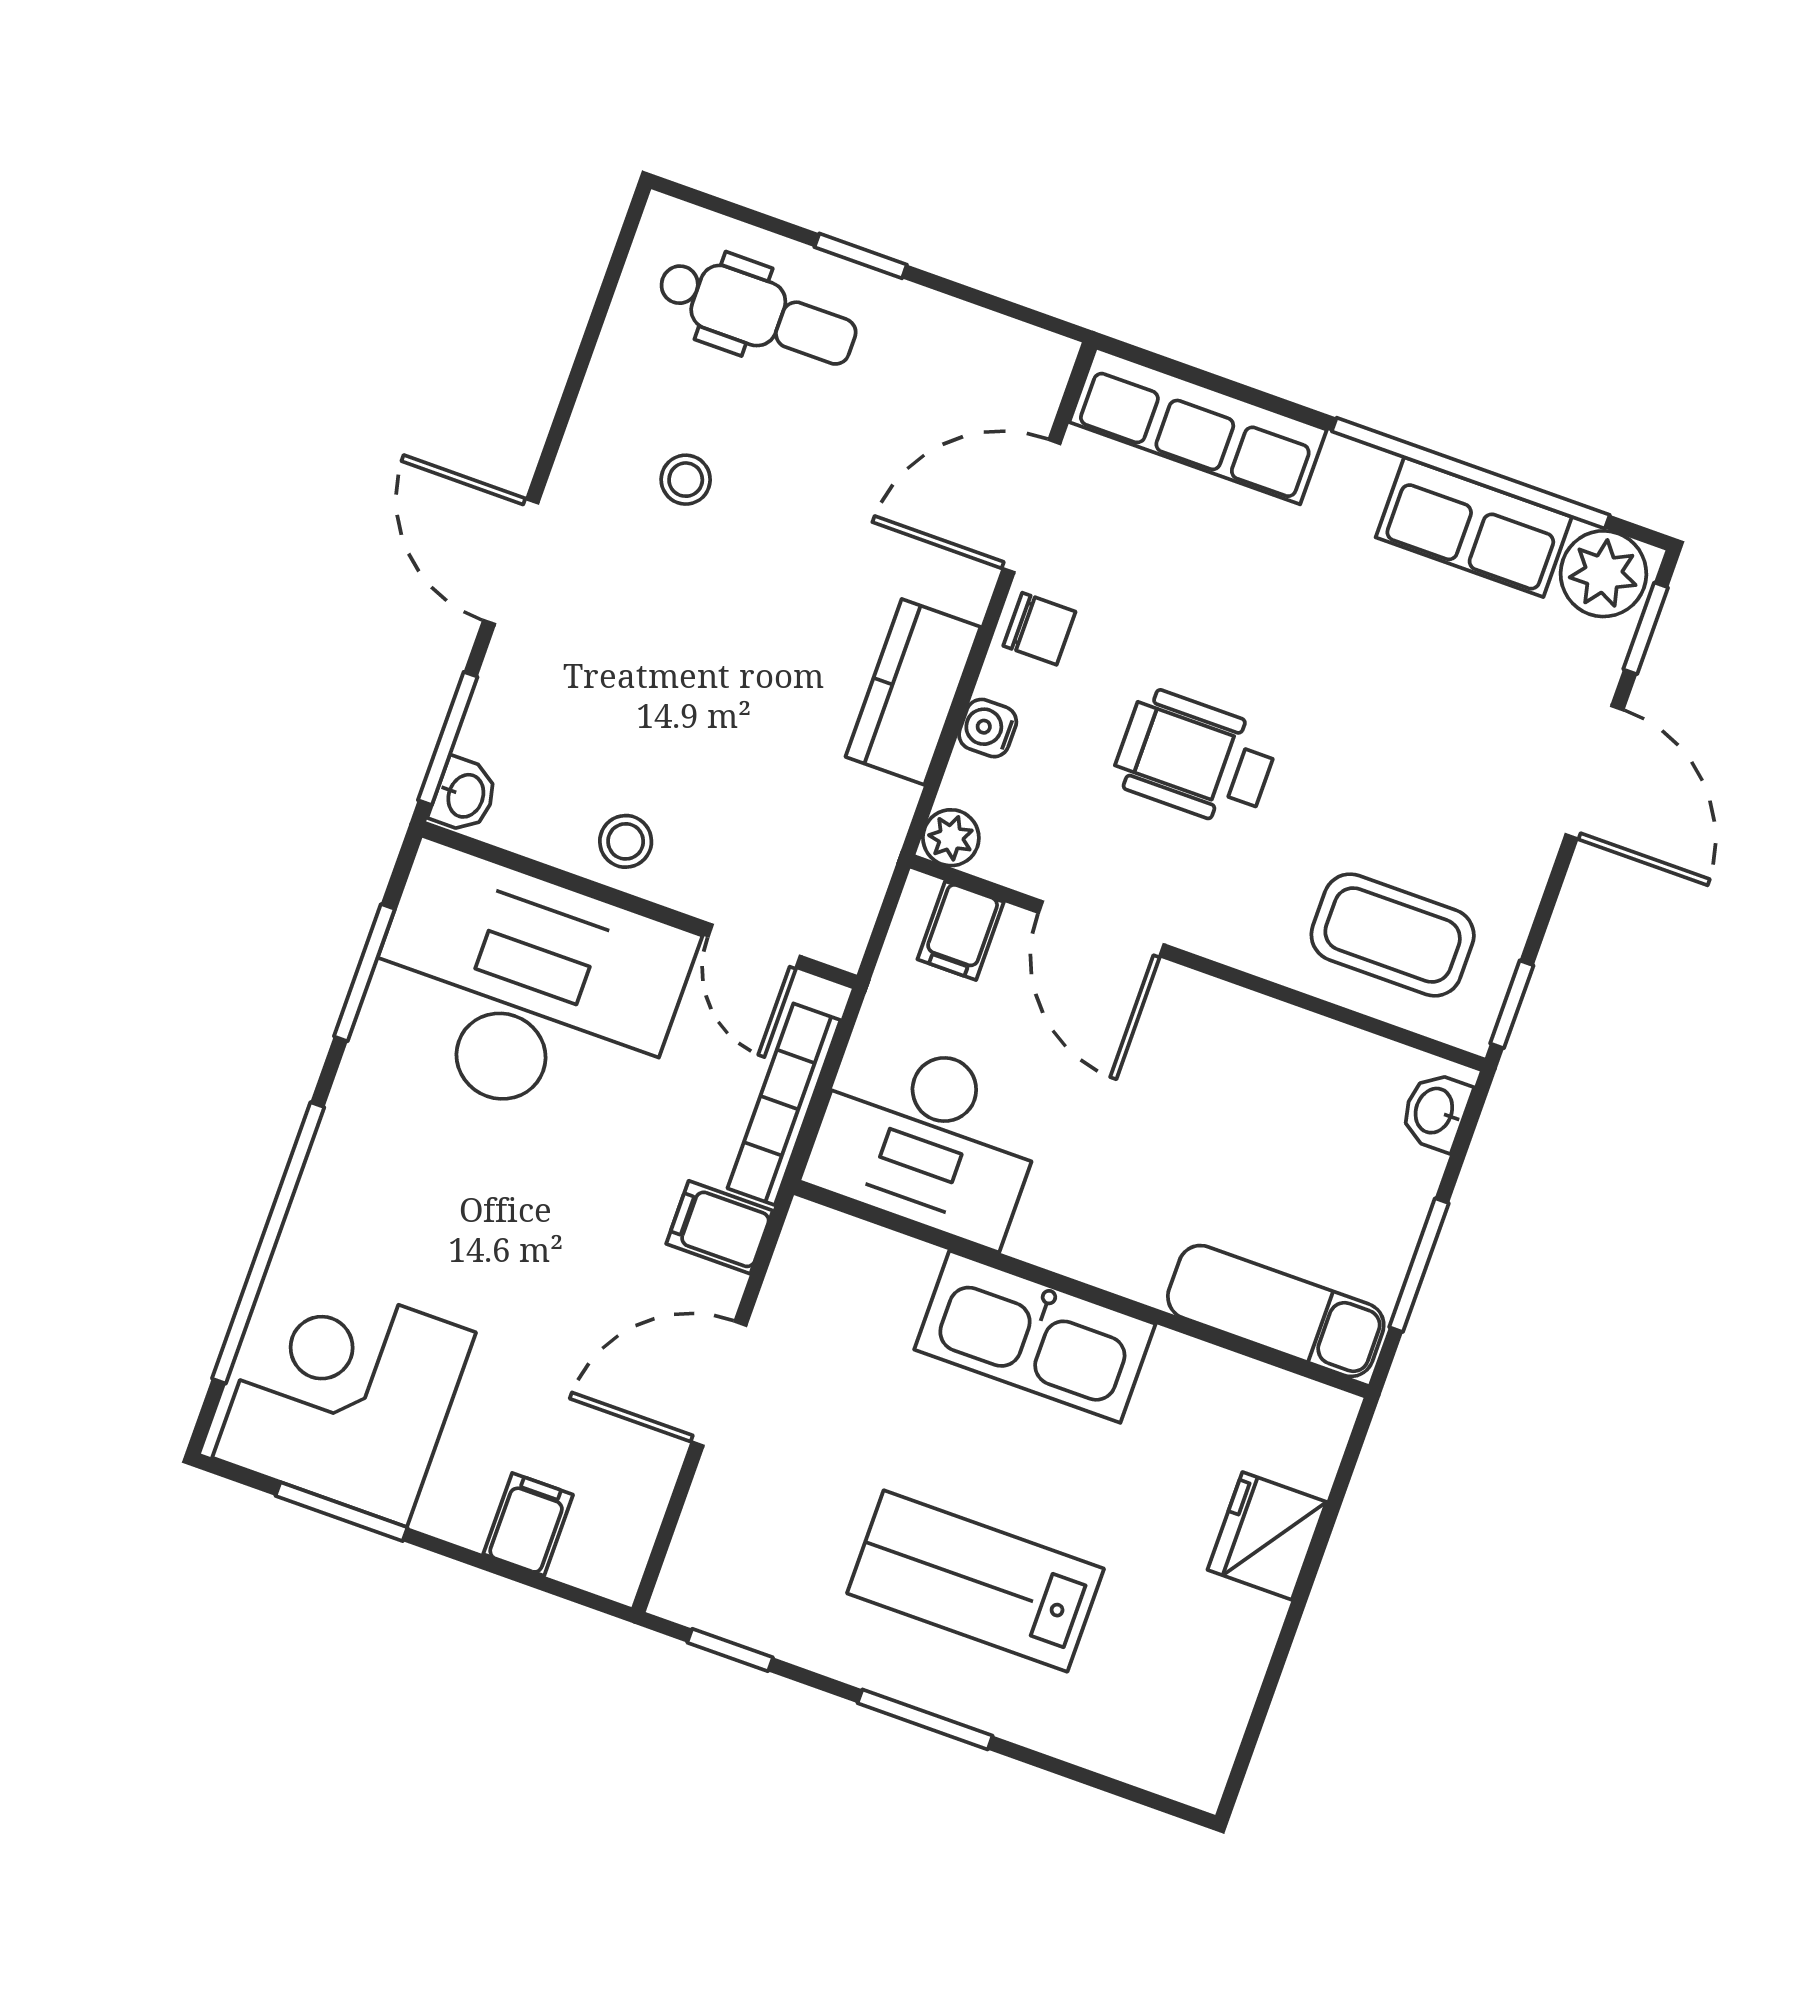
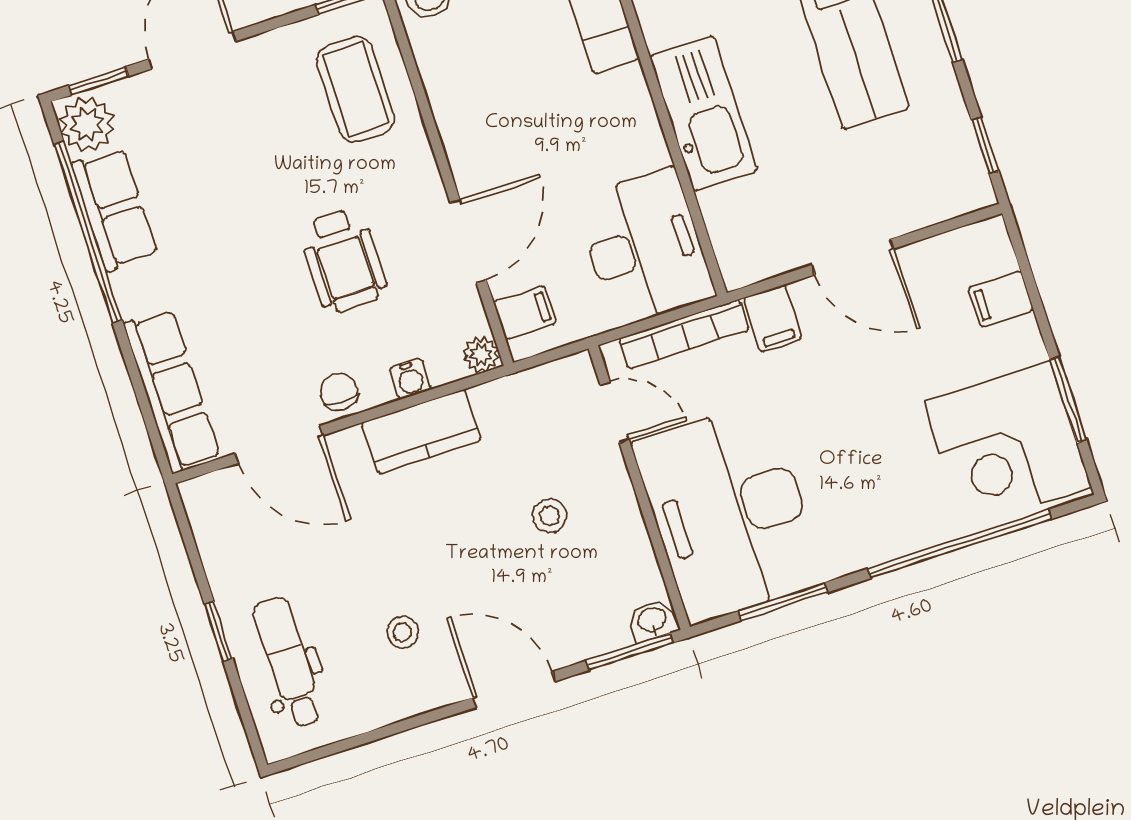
door: (511, 562) -> (514, 690), swing flipped
stool: (626, 841) -> (549, 516), moved
door: (754, 946) -> (615, 412), hinge flipped

